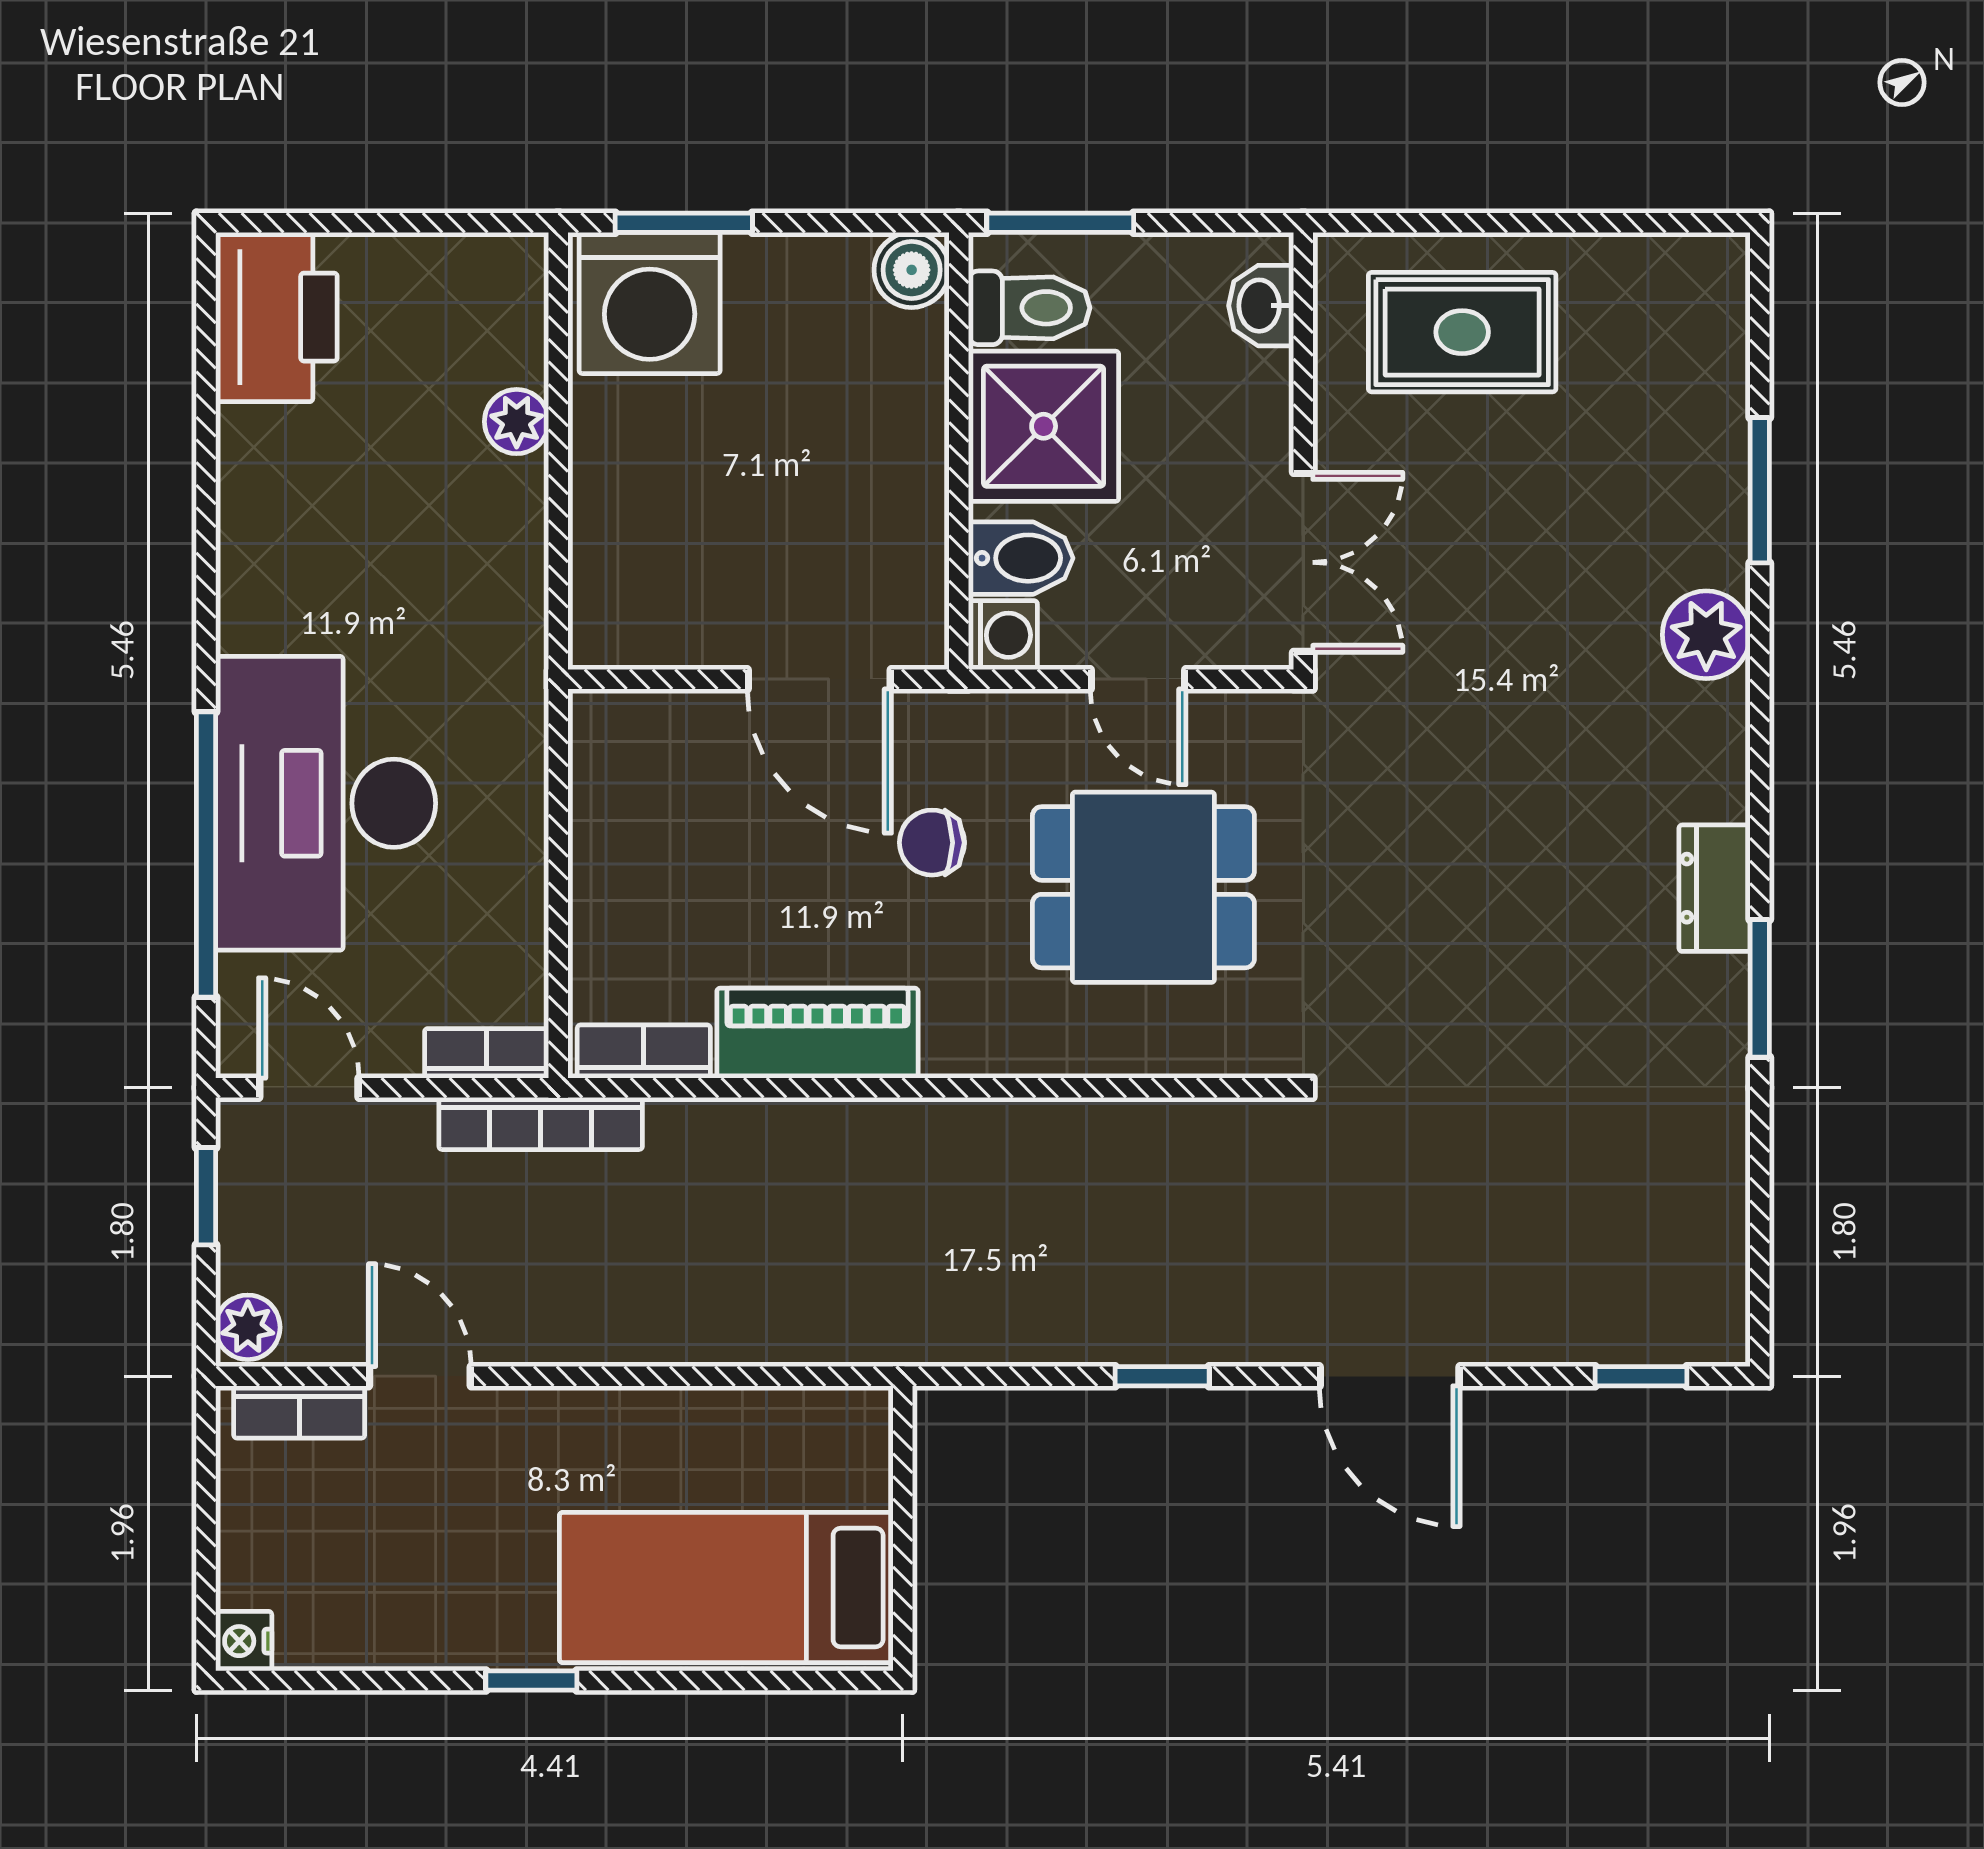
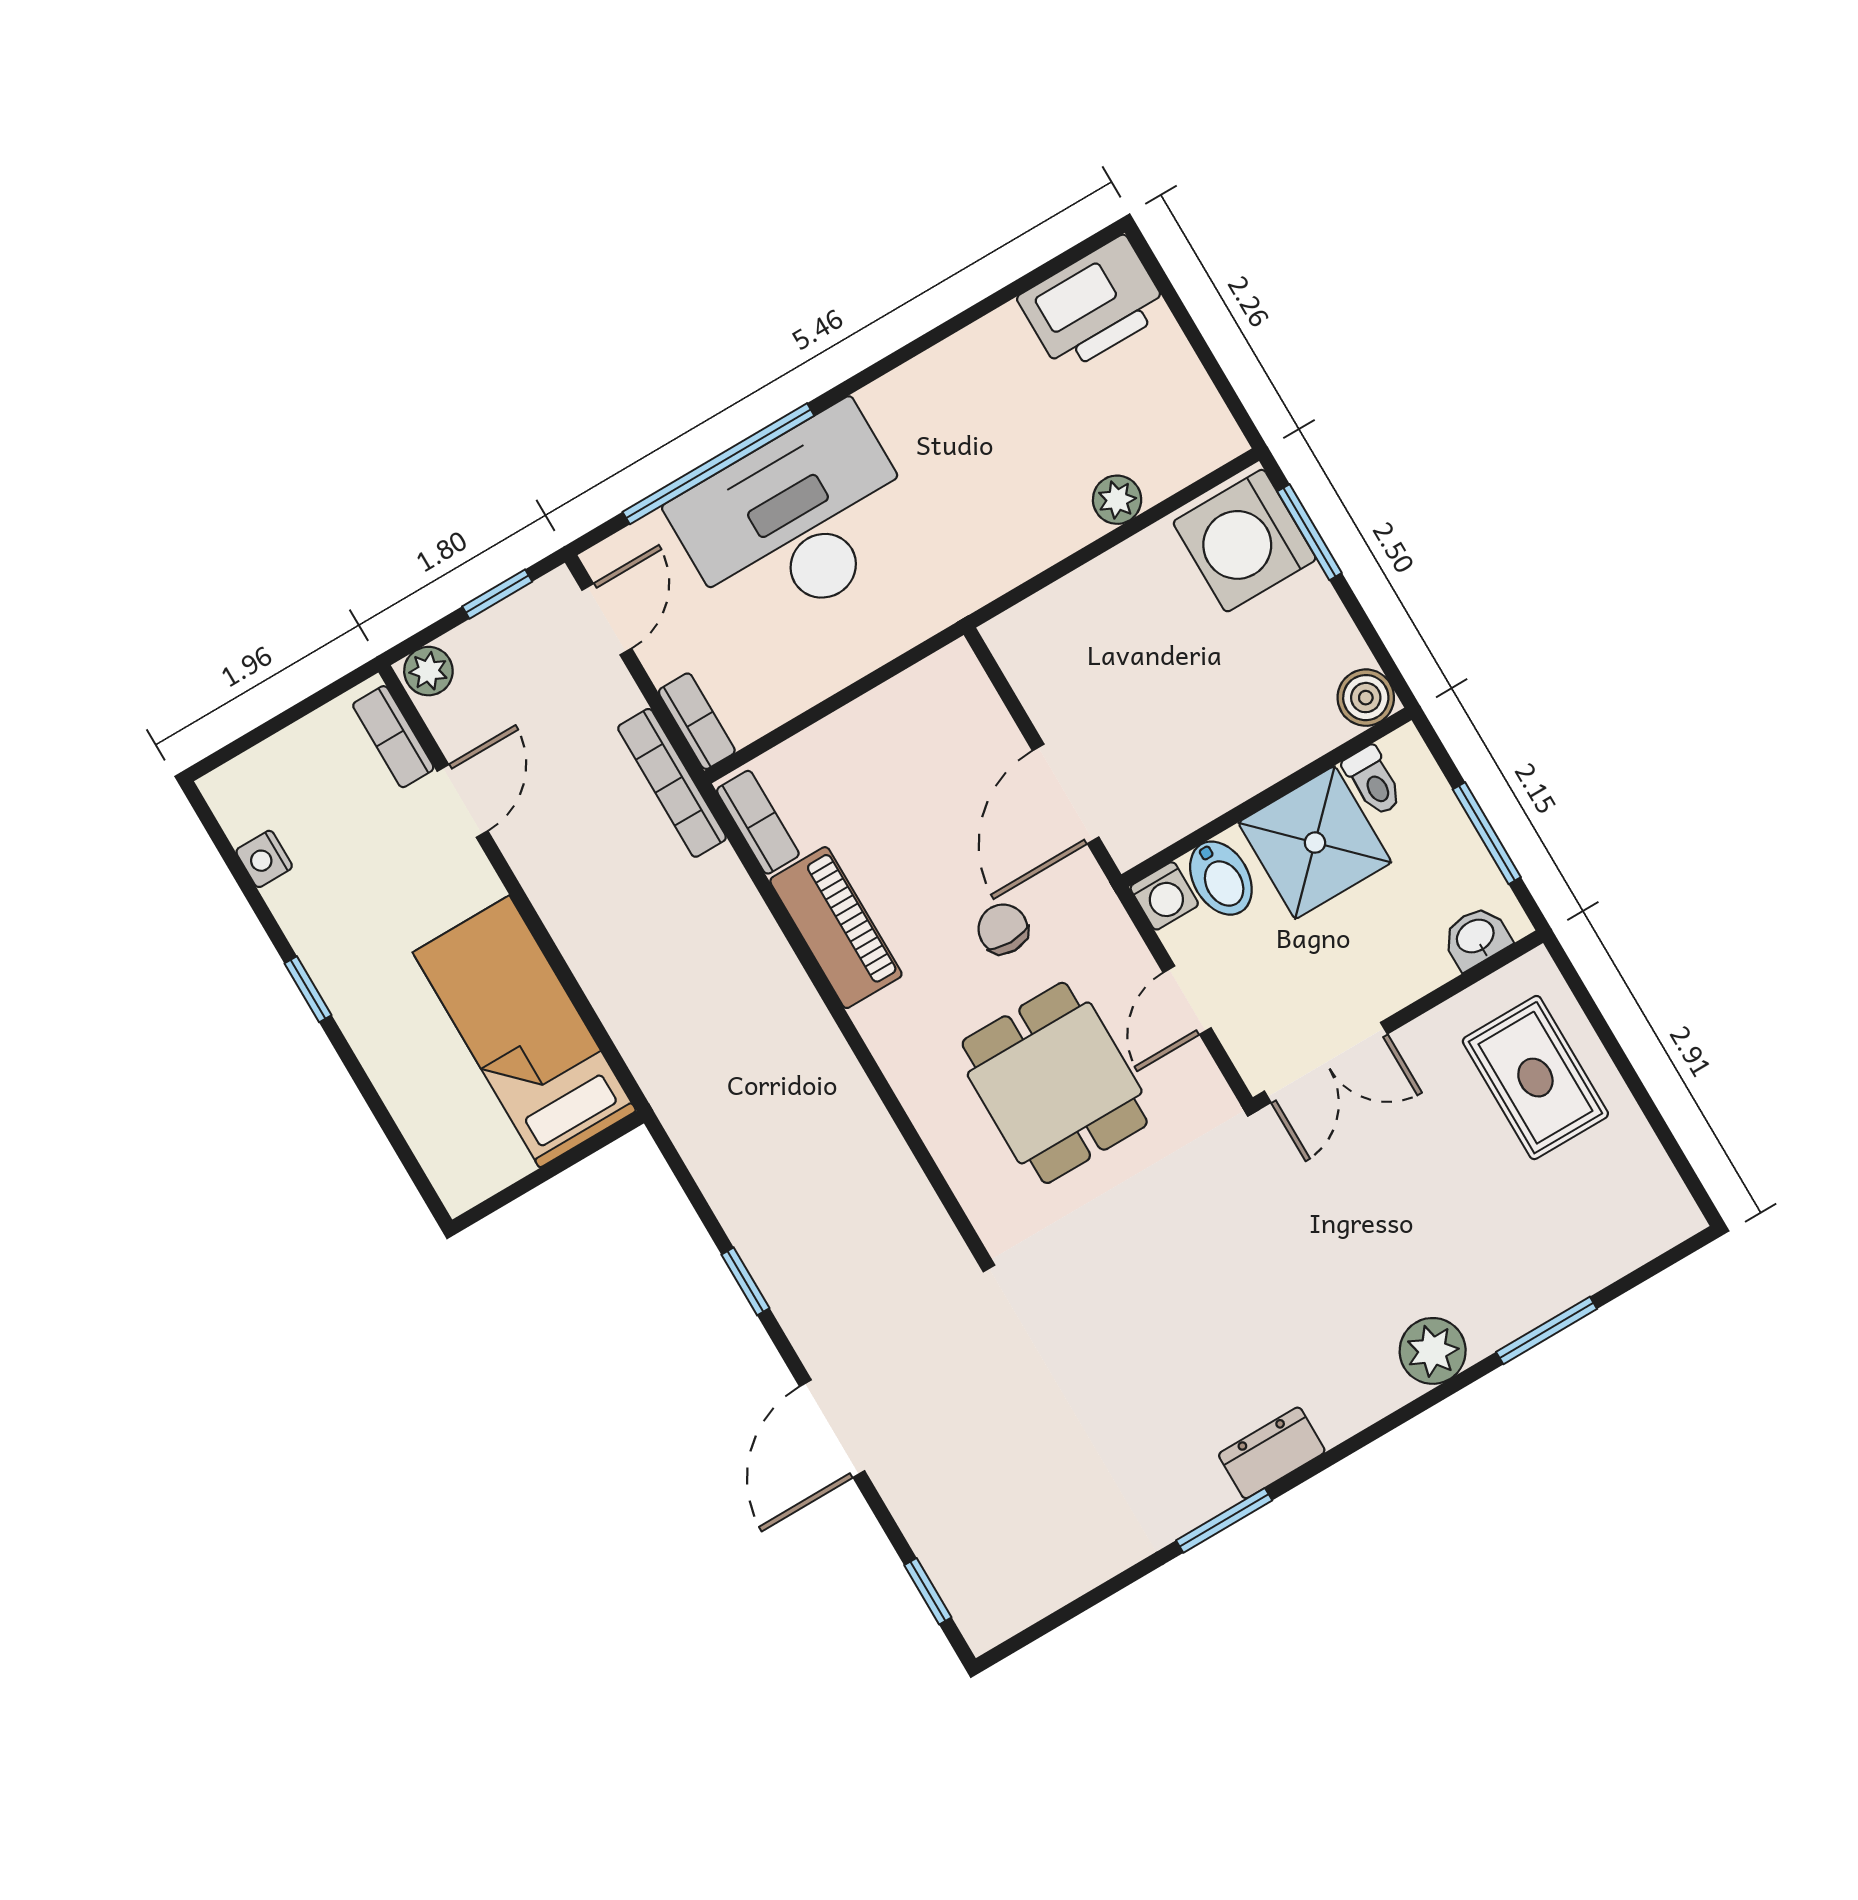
window: (1060, 223) -> (1487, 833), moved
toilet: (1029, 308) -> (1373, 781), width x0.73, depth x0.72
bed: (726, 1588) -> (524, 1032), moved
nightstand: (244, 1641) -> (264, 859), moved, turned -90

